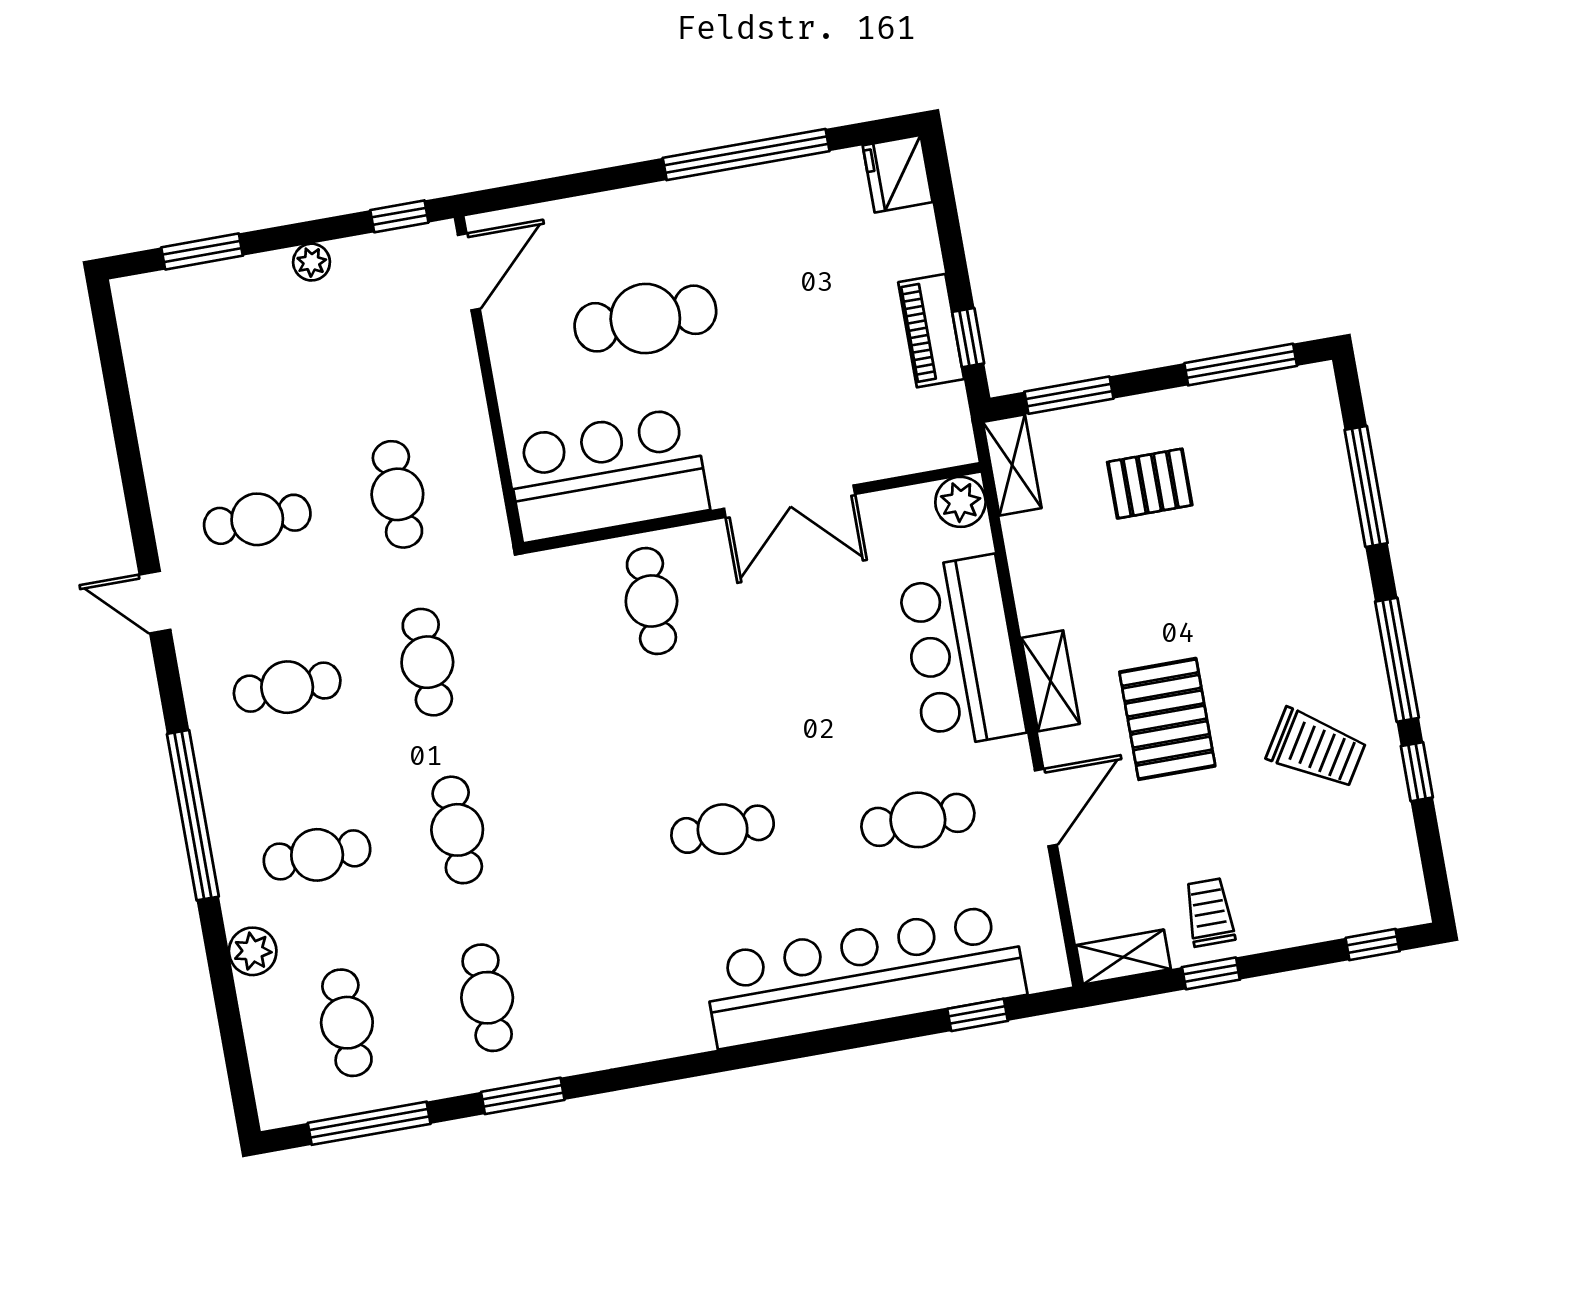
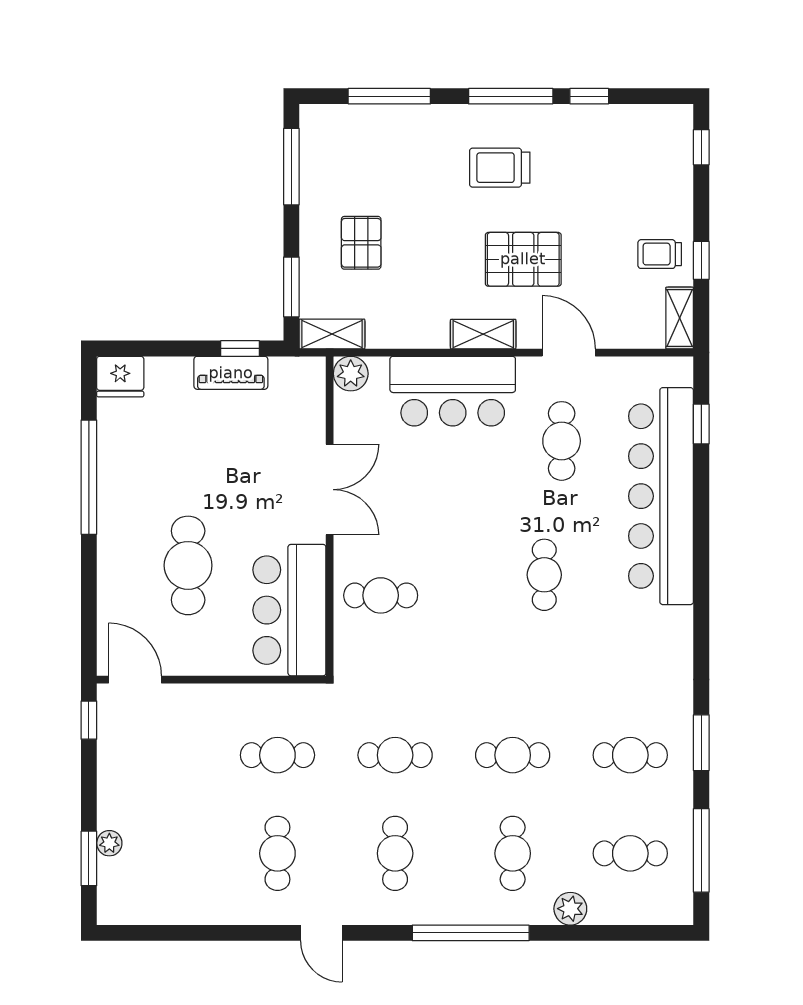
plant: (312, 262) -> (109, 843), moved
door: (155, 602) -> (321, 933), hinge flipped
trolley: (1316, 749) -> (500, 168), moved, turned -122

